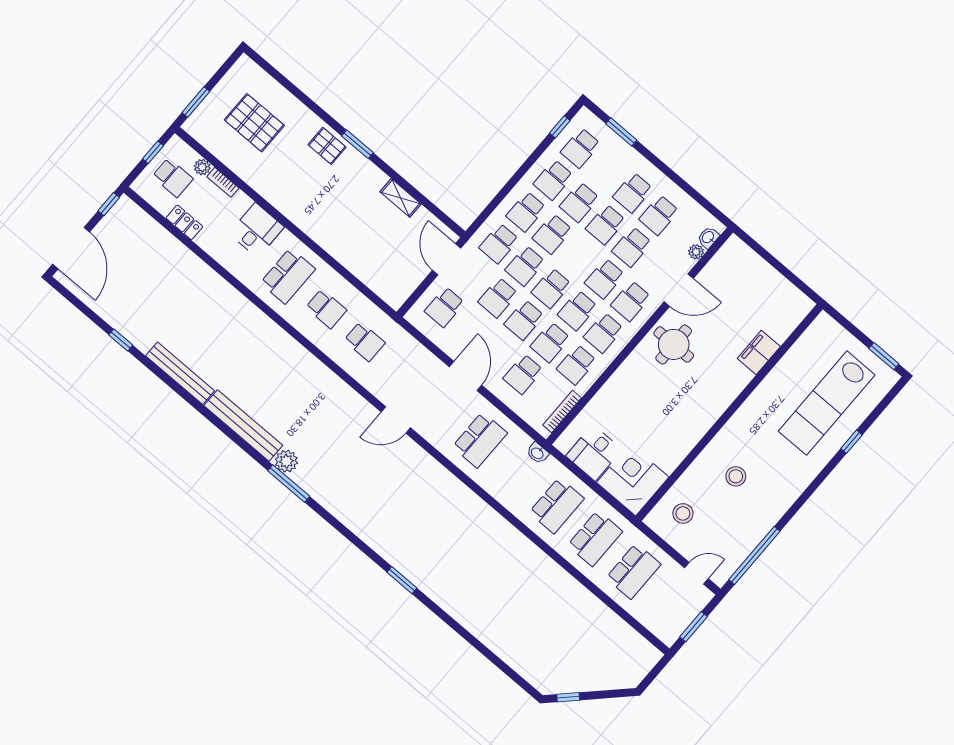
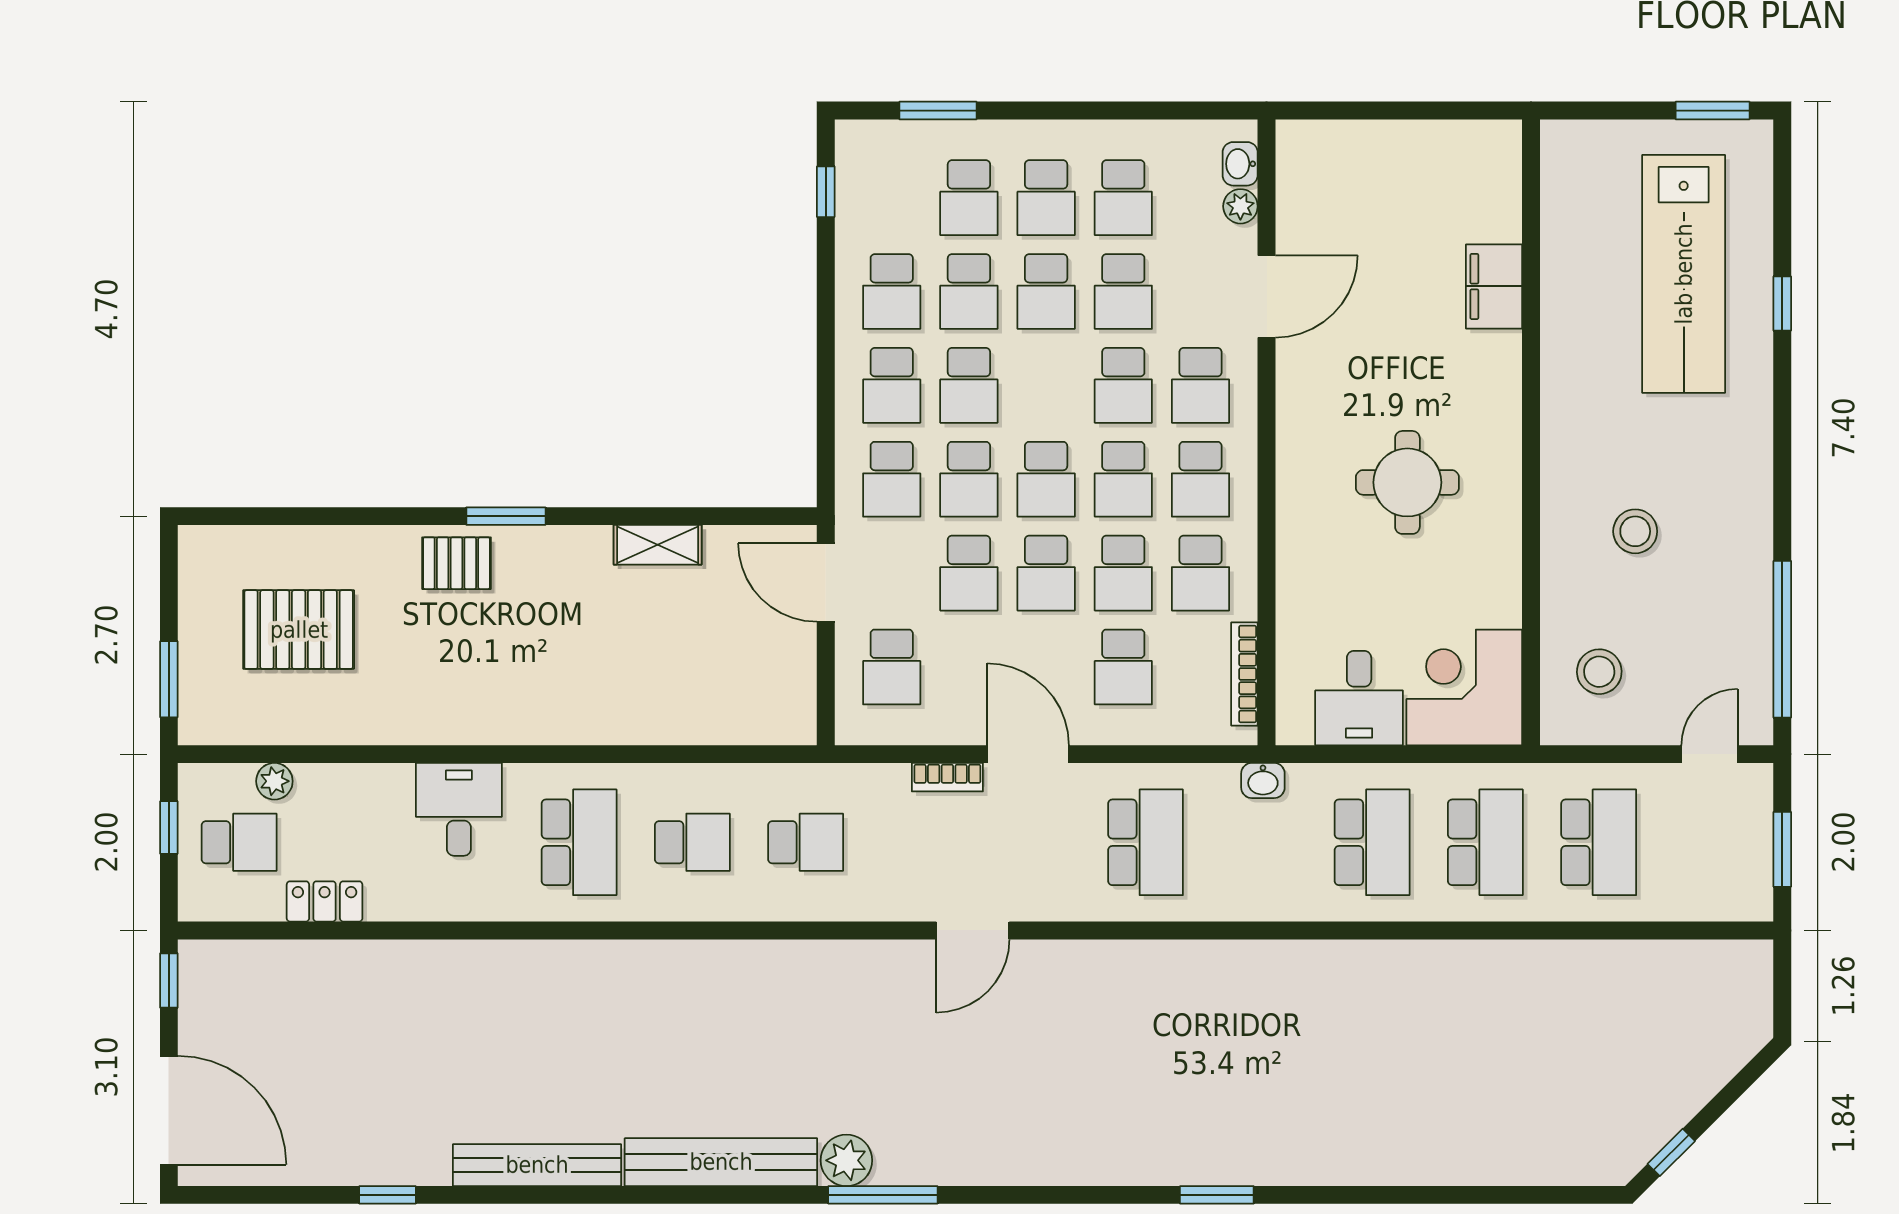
school desk: (580, 148) -> (969, 198), moved
bookcase: (223, 182) -> (947, 777), moved
round table: (674, 344) -> (1407, 482), moved

